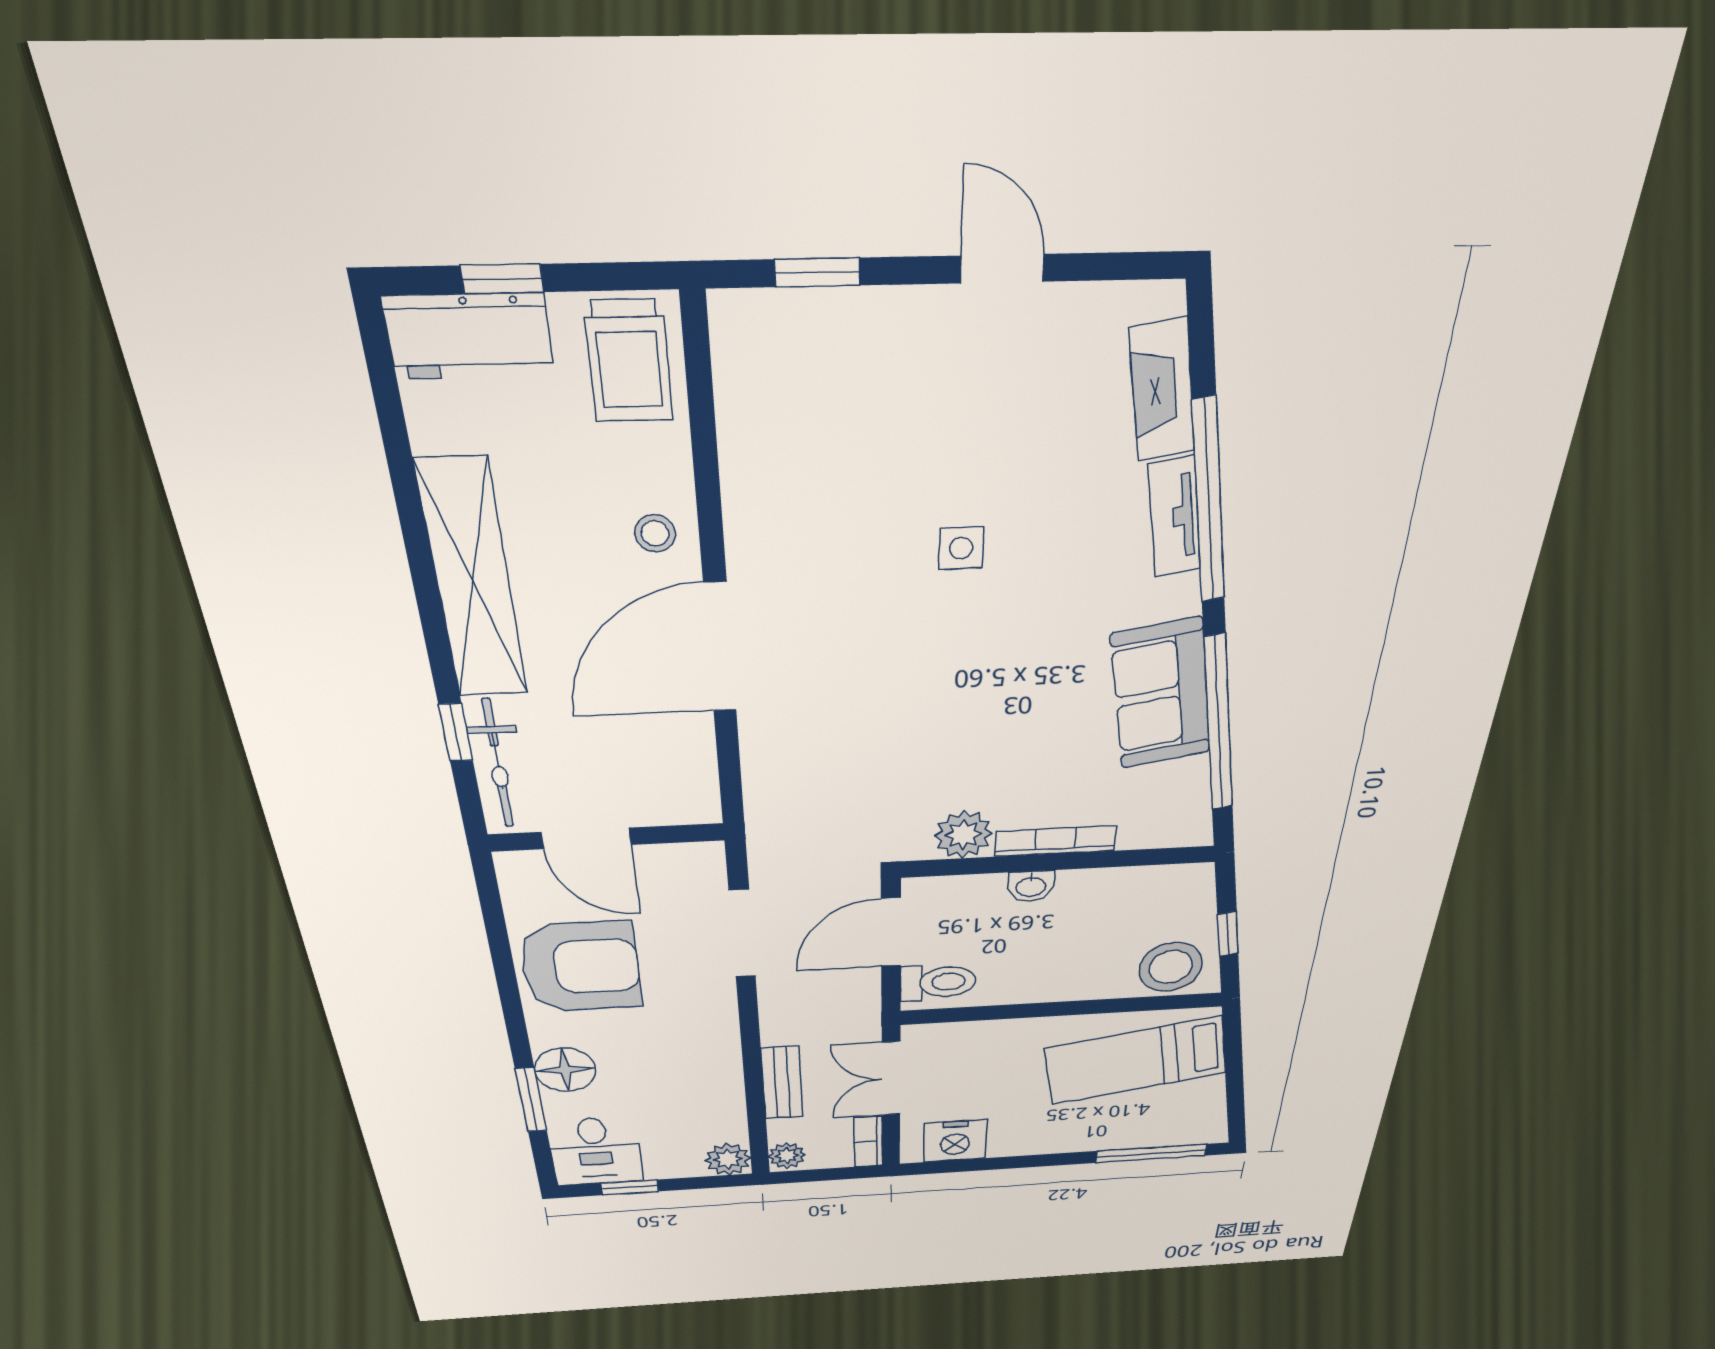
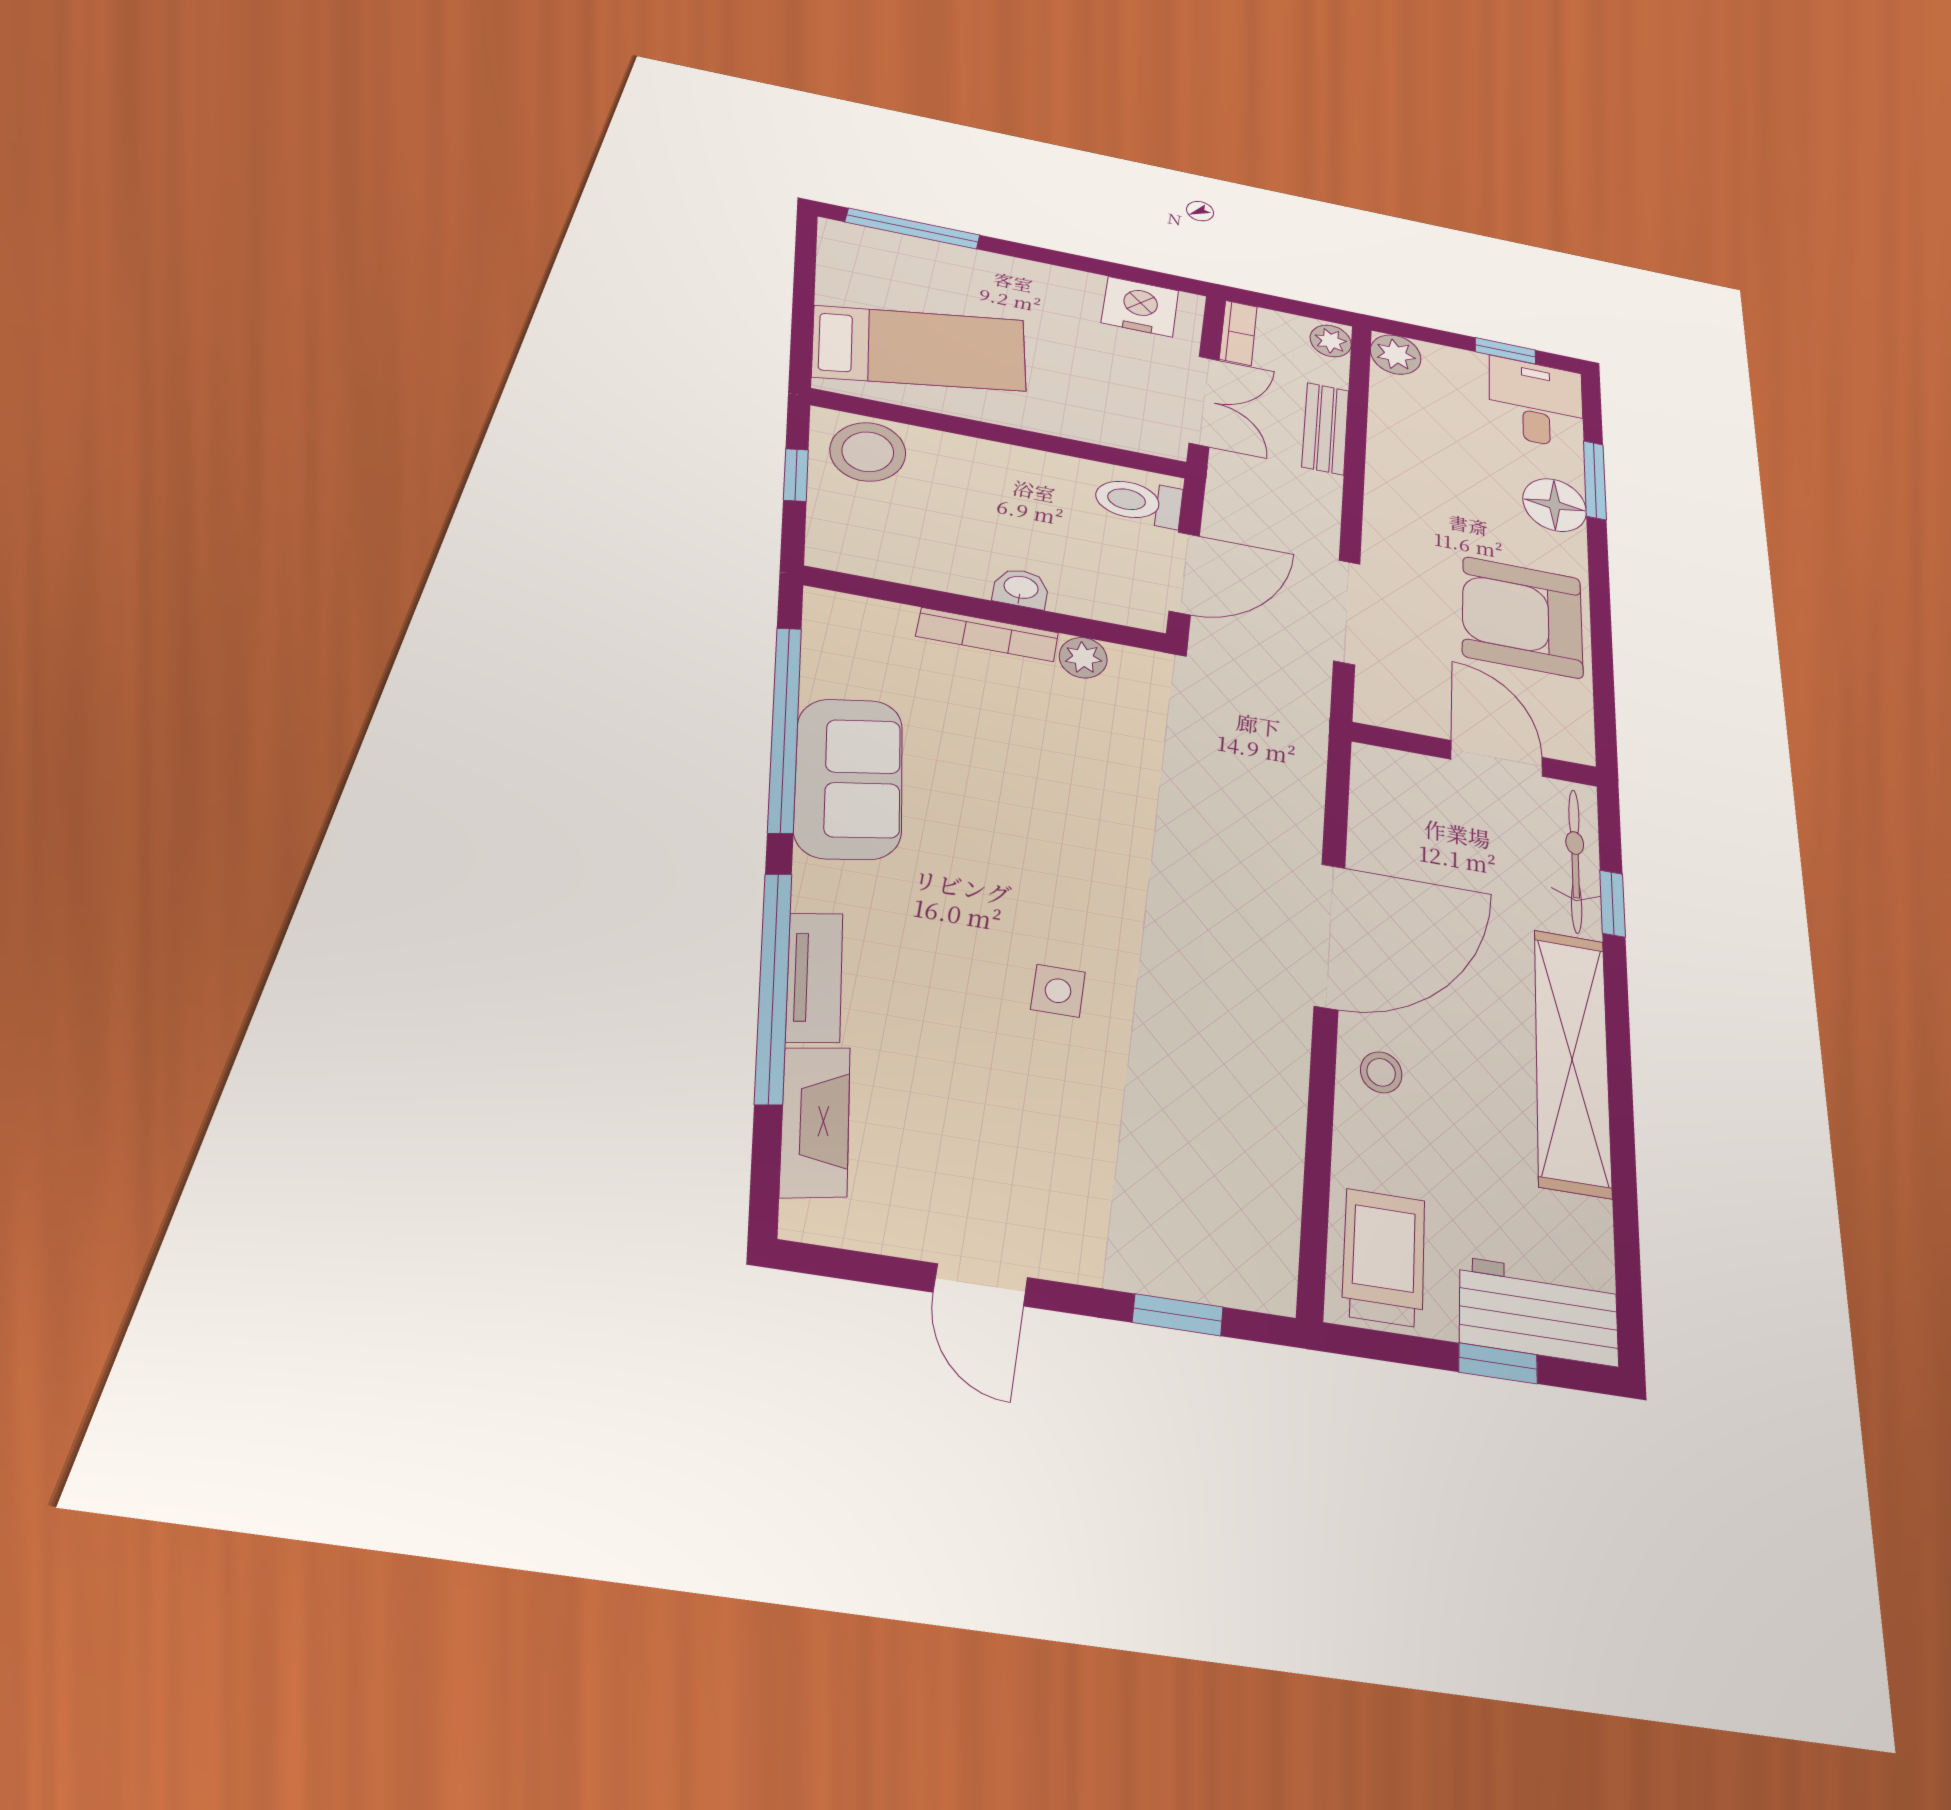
plant: (963, 835) -> (1083, 658), width x0.73, depth x0.73

